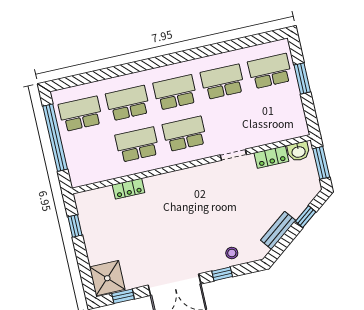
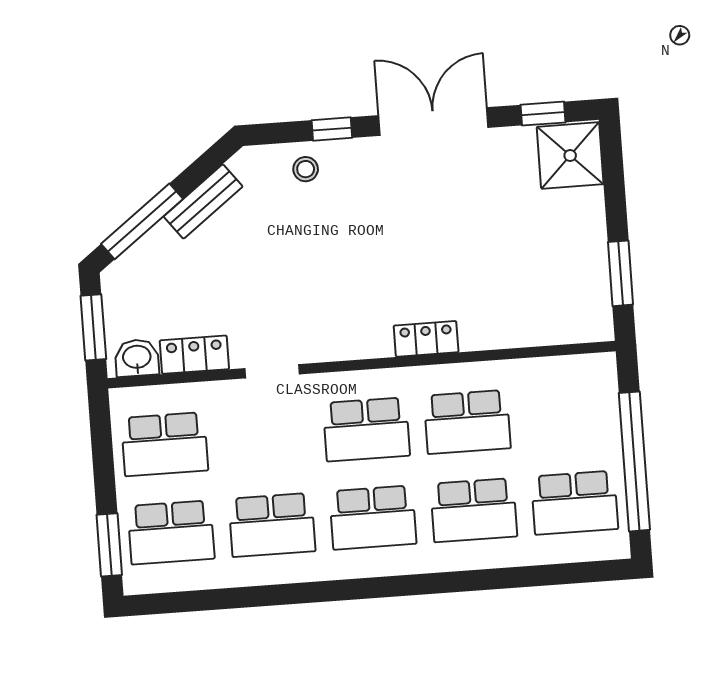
window: (302, 78) -> (109, 545), moved
school desk: (279, 113) -> (165, 444), added
locker: (128, 189) -> (426, 339), moved
window: (306, 217) -> (142, 221), width x2.17
window: (75, 226) -> (620, 273), width x1.50

